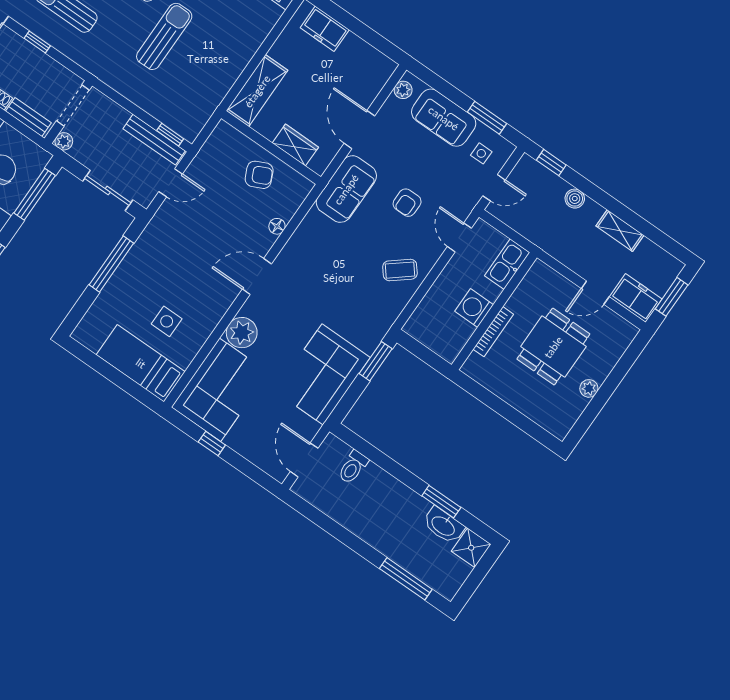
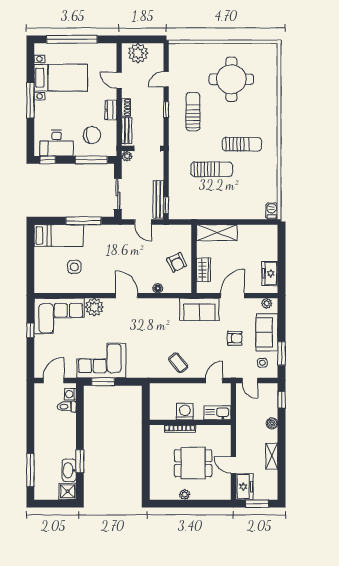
freezer: (325, 29) -> (270, 273), moved
armchair: (407, 203) -> (235, 338), moved, turned 180
window: (376, 361) -> (103, 382), moved
bed: (141, 363) -> (59, 236), moved, turned 90
washing machine: (339, 450) -> (70, 394), added

